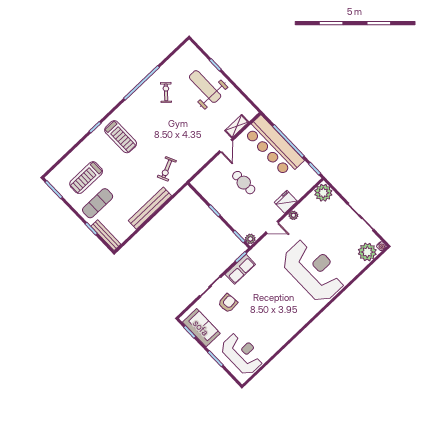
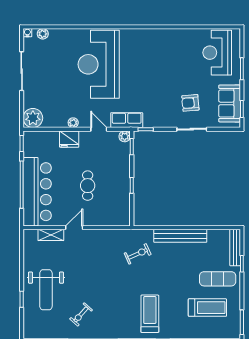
plant: (367, 252) -> (43, 34), width x0.53, depth x0.53
row of seats: (240, 269) -> (127, 120), moved

